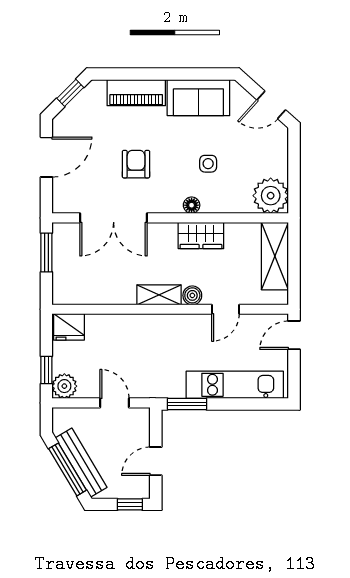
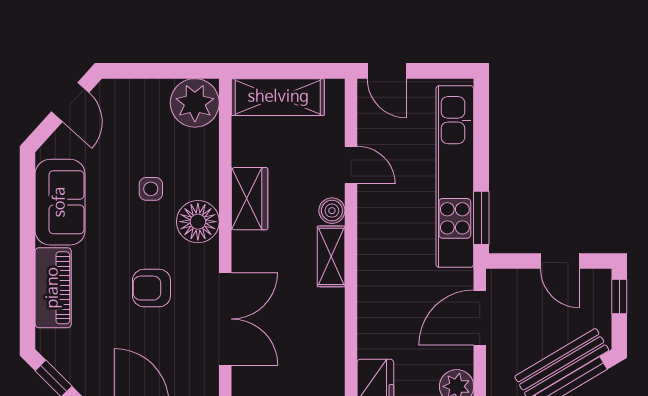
floor lamp: (192, 205) -> (198, 222), width x1.89, depth x1.89
kitchen unit: (235, 385) -> (455, 177), width x1.36
door: (115, 403) -> (480, 318), width x1.38

